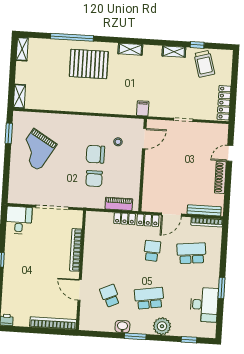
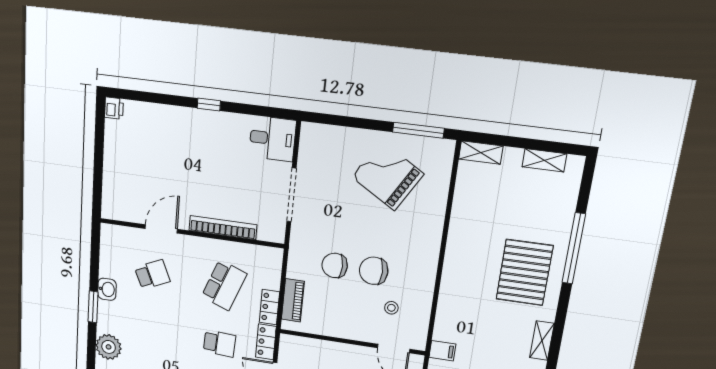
shelving: (22, 49) -> (544, 160), moved
window: (9, 133) -> (418, 130), width x1.44
chair: (95, 154) -> (374, 271), turned -90
school desk: (149, 298) -> (224, 285), moved, turned 30
bookcase: (53, 323) -> (110, 183), removed

